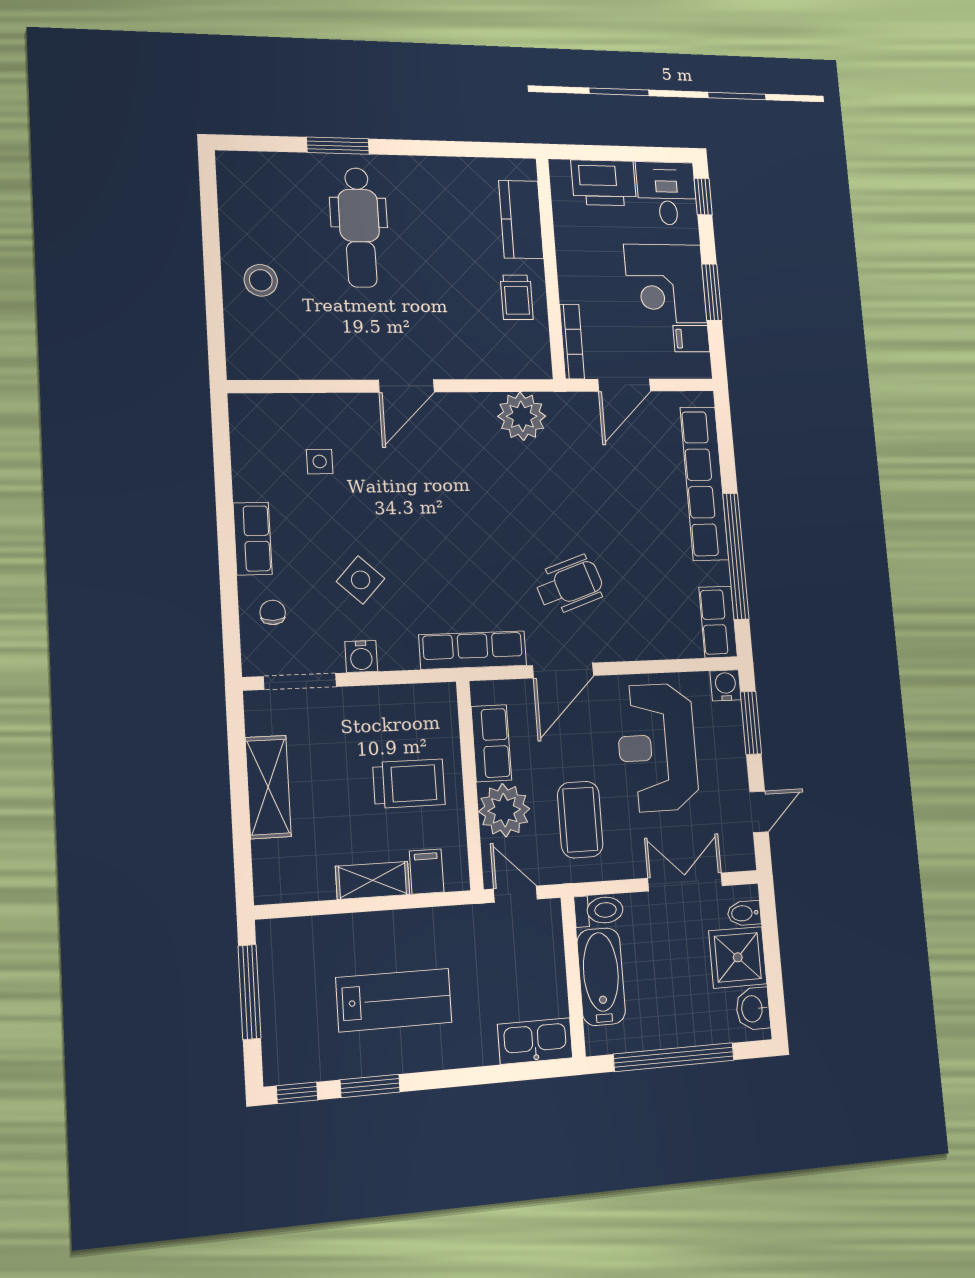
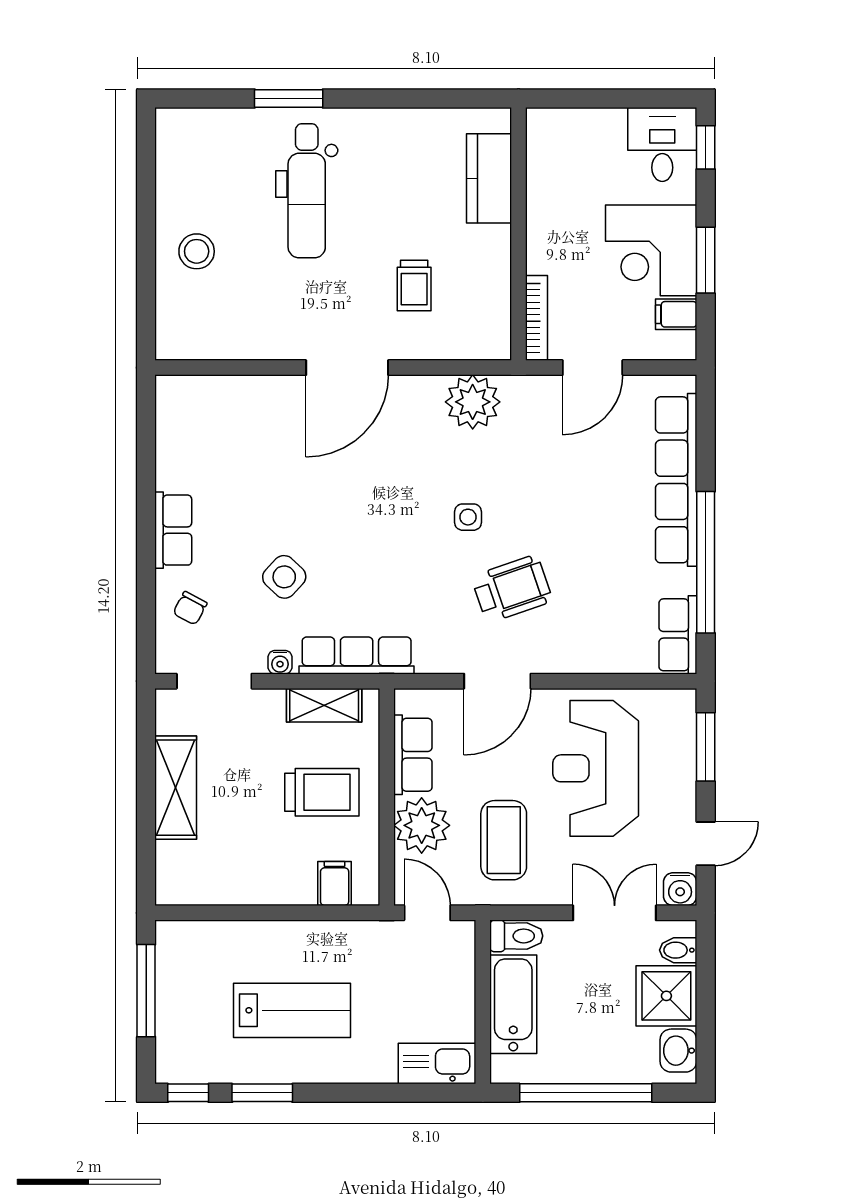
printer: (604, 183) -> (588, 134), removed
trolley: (517, 297) -> (414, 286), moved
door: (406, 386) -> (347, 368), width x1.36
side table: (320, 462) -> (468, 517), moved
chair: (273, 612) -> (190, 608), turned -152
row of seats: (473, 650) -> (357, 655), moved
water cooler: (361, 656) -> (280, 662), width x0.72, depth x0.72
water cooler: (726, 685) -> (680, 889), moved, turned 180
shelving: (373, 880) -> (324, 705), moved

